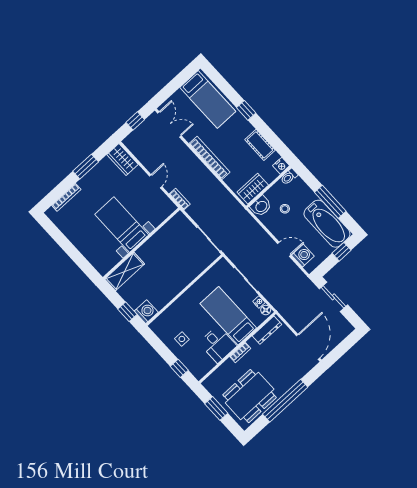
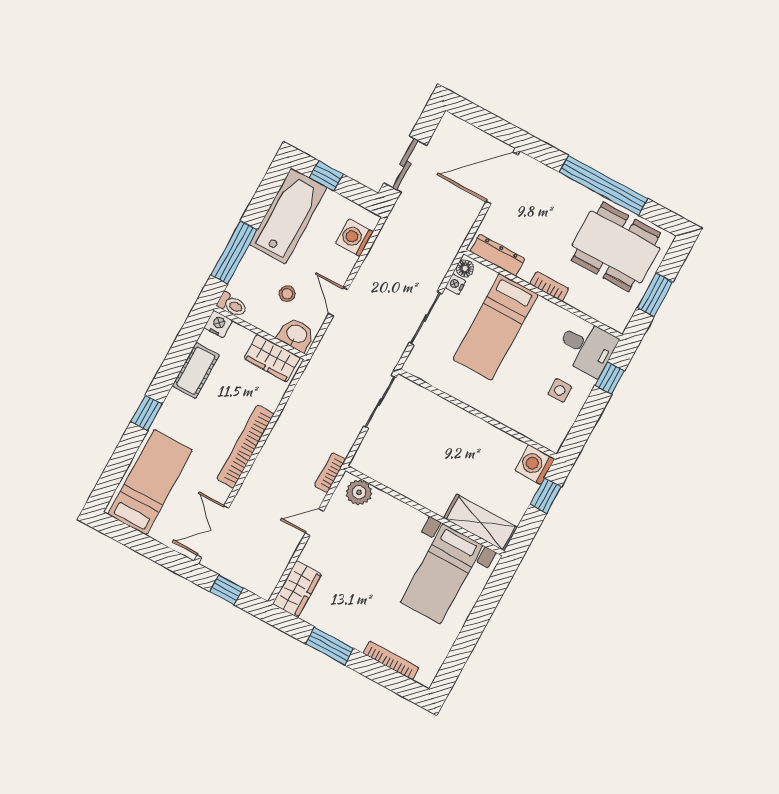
window: (330, 202) -> (234, 252), moved
plant: (164, 211) -> (359, 492), added
bed with nightstands: (122, 225) -> (442, 574), moved
door: (284, 249) -> (338, 302), moved
desk: (218, 344) -> (587, 347), moved, turned 90

